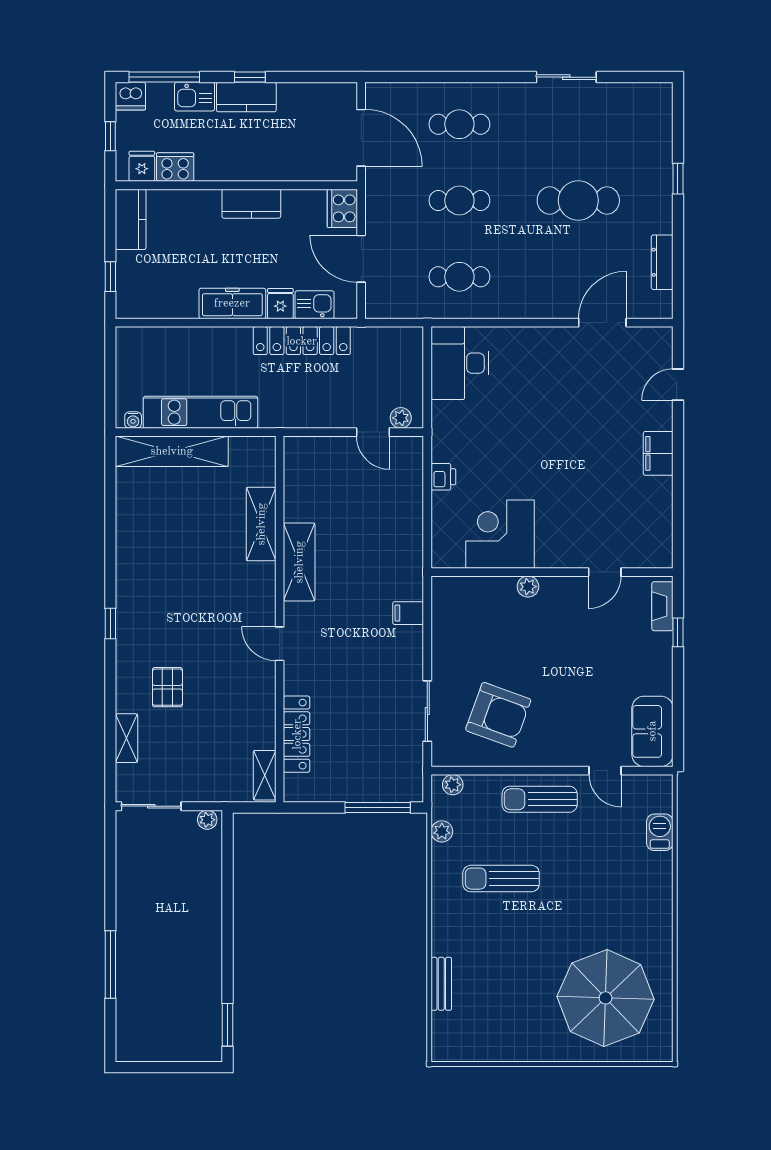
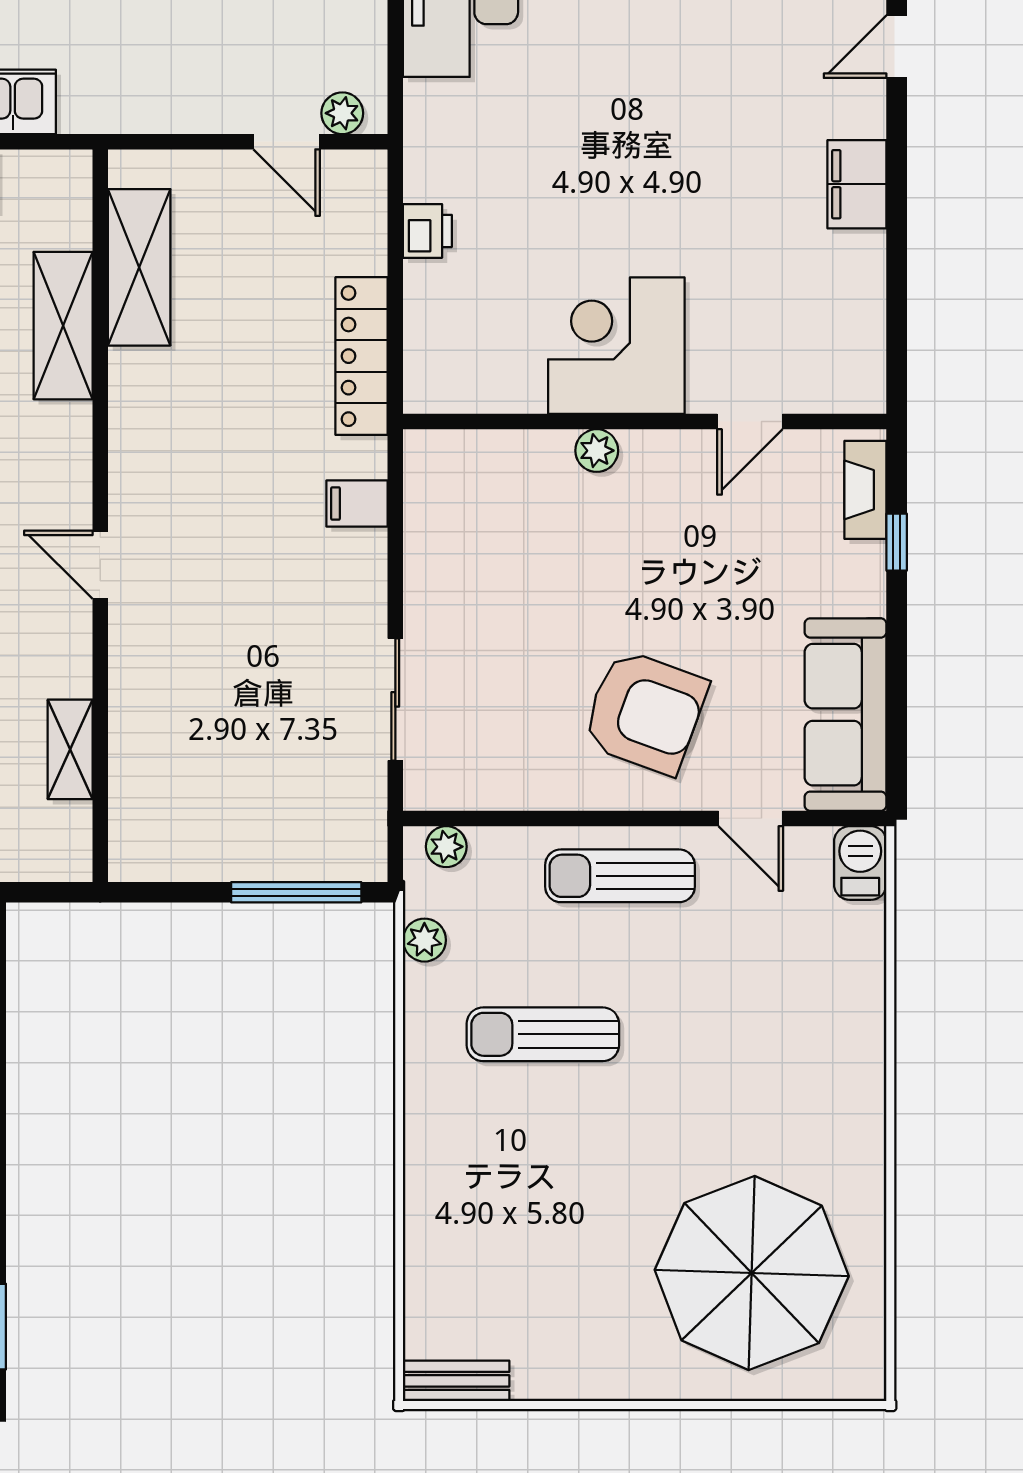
corner desk: (500, 534) -> (616, 346), moved
shelving: (299, 562) -> (139, 267), moved
armchair: (498, 715) -> (645, 712), moved
sofa: (652, 731) -> (845, 715), width x1.36
locker: (297, 734) -> (362, 356), moved, turned 180
shelving: (265, 775) -> (70, 749), moved
barbecue: (660, 832) -> (860, 863), moved
bench: (441, 984) -> (456, 1381), moved, turned 90

